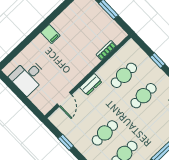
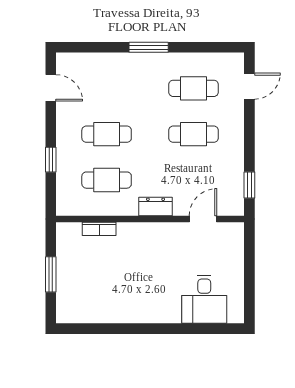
filing cabinet: (50, 34) -> (146, 311), removed
desk: (28, 77) -> (204, 299), moved, turned 90
window: (66, 142) -> (249, 185), moved

